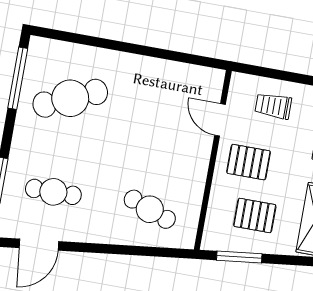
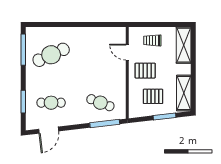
window: (151, 252) -> (105, 124), added
window: (239, 257) -> (164, 117), moved

